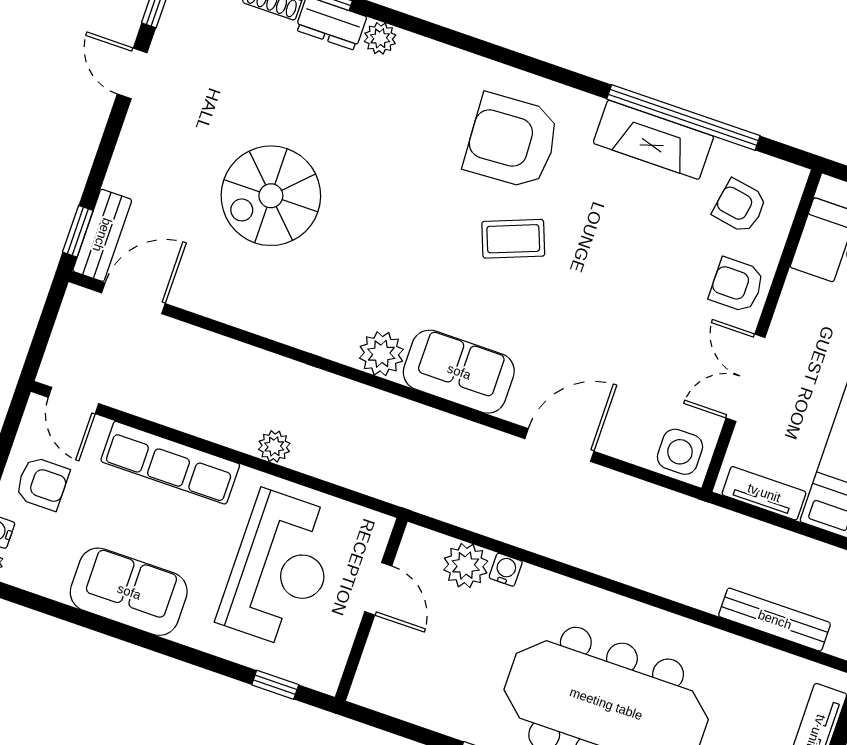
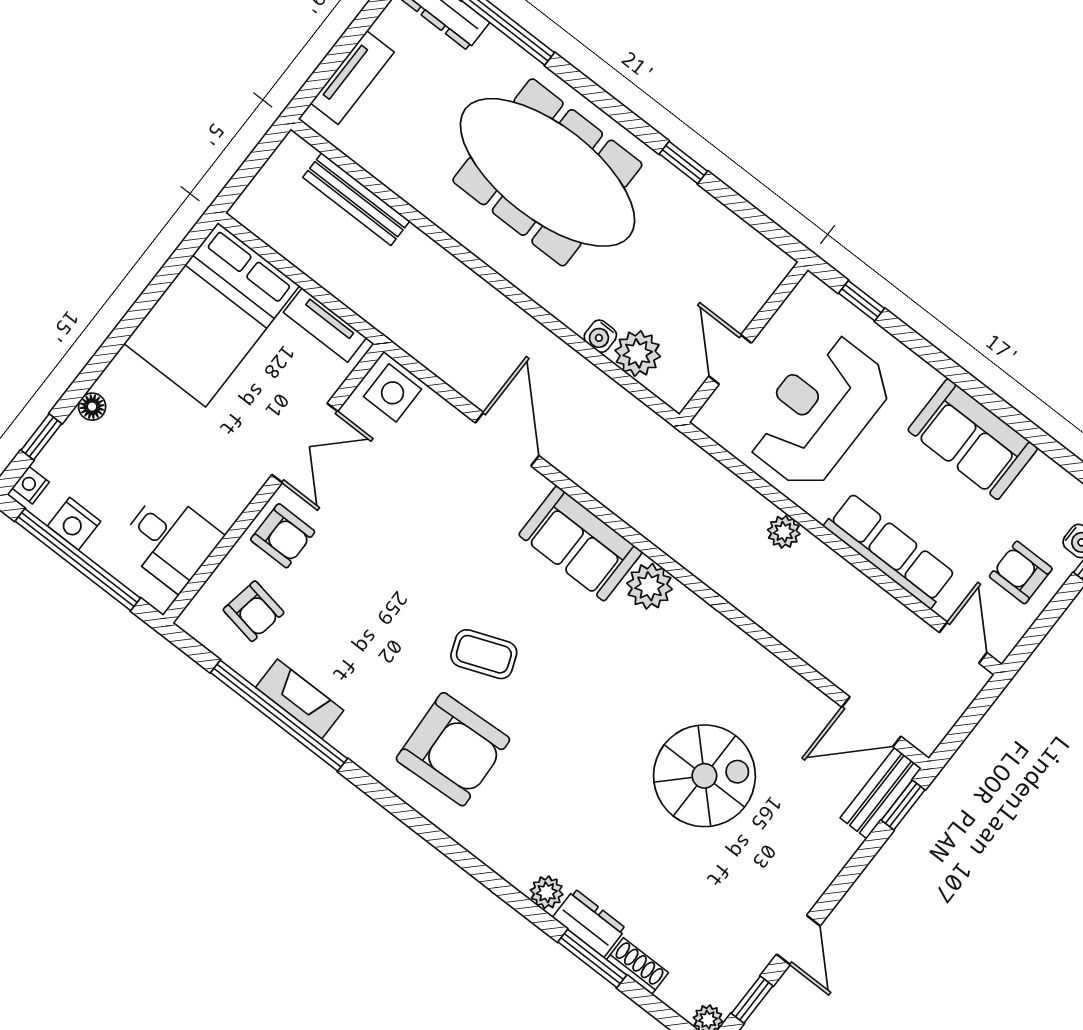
fireplace: (653, 140) -> (300, 699), width x0.73, depth x0.76
door: (559, 445) -> (507, 439), swing flipped

